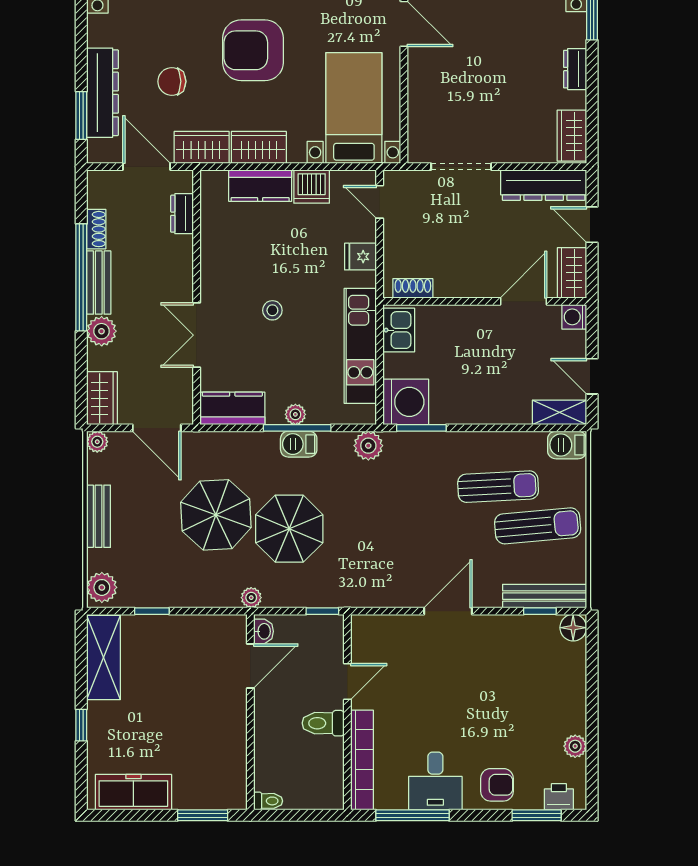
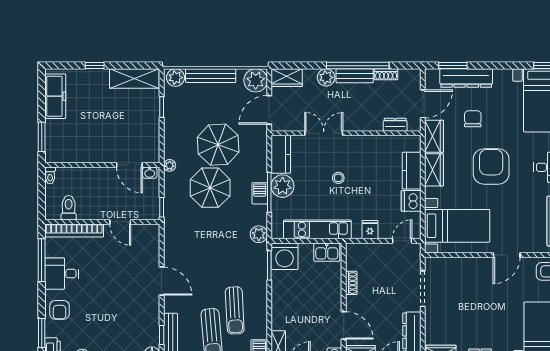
shoe rack: (413, 288) -> (351, 283), moved
plant: (295, 414) -> (283, 186), width x1.87, depth x1.87
plant: (97, 442) -> (256, 80), width x1.87, depth x1.87
bench: (99, 516) -> (211, 76), width x1.36
toilet: (323, 723) -> (69, 208), moved

